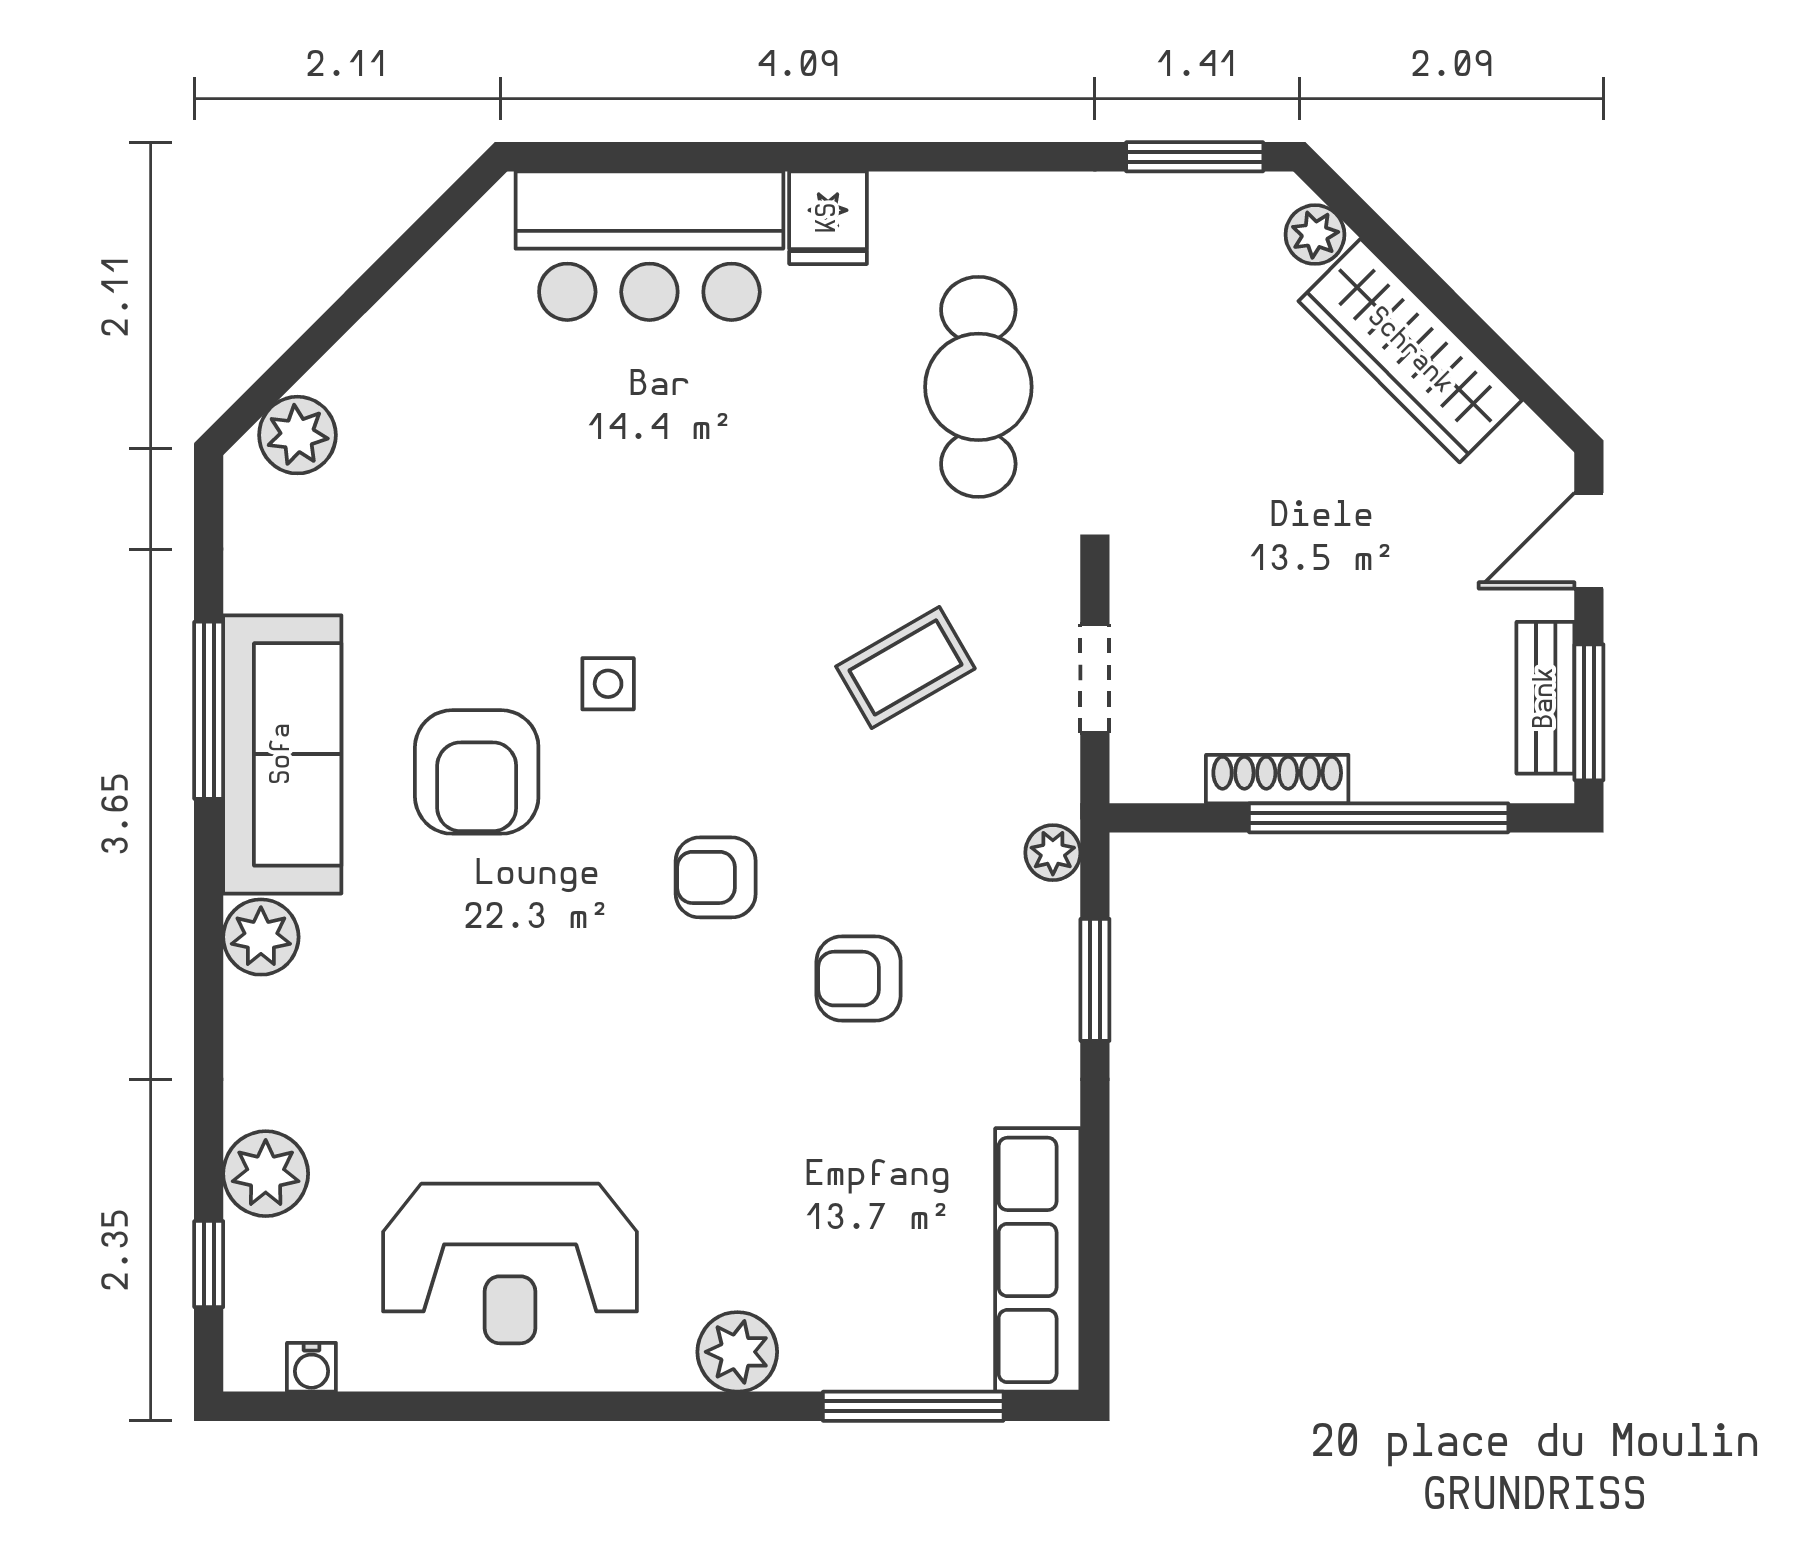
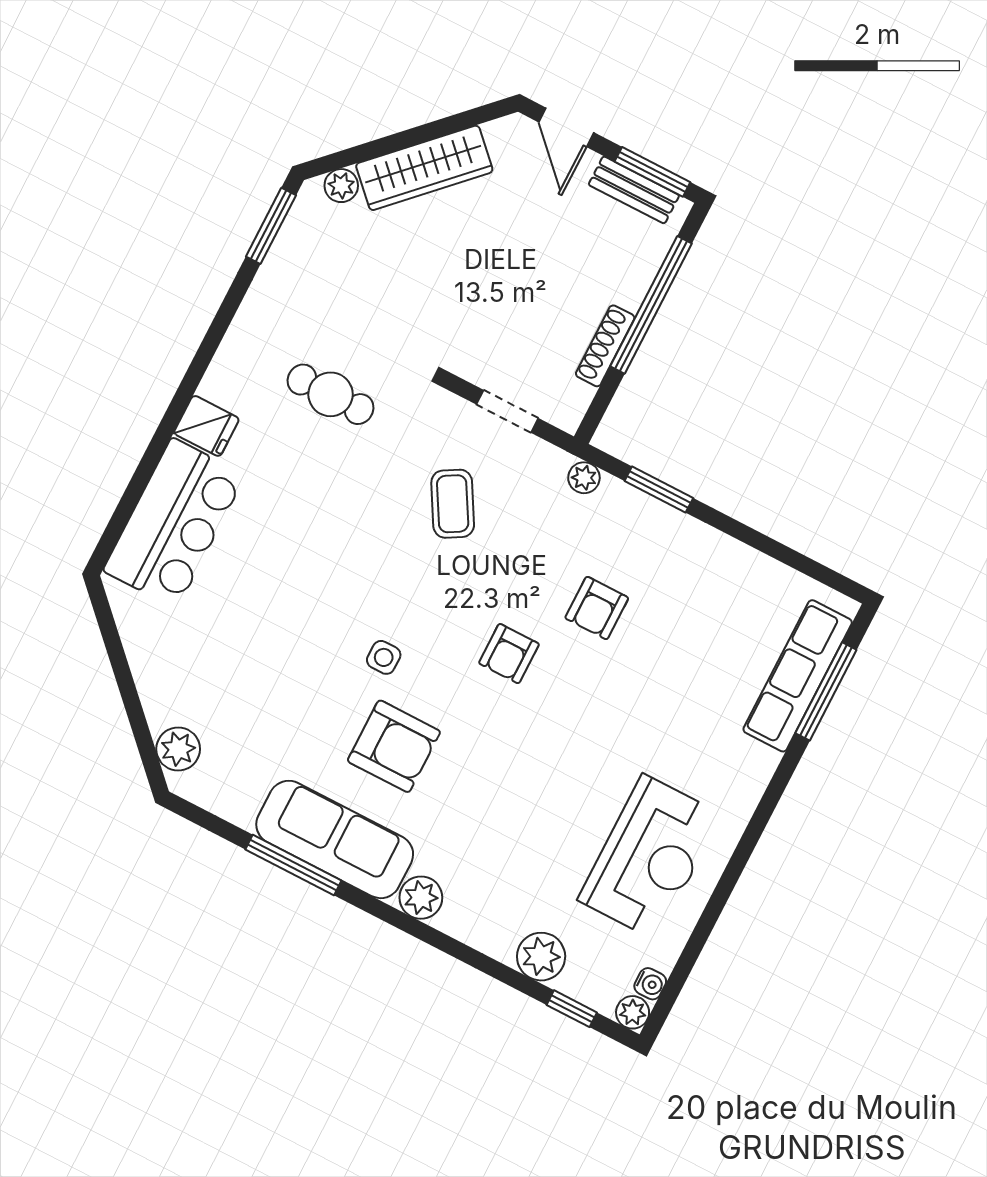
cafe table: (978, 387) -> (331, 394), width x0.73, depth x0.74
row of seats: (1038, 1260) -> (798, 676), moved, turned 90
plant: (737, 1352) -> (633, 1012), moved, width x0.73, depth x0.73

